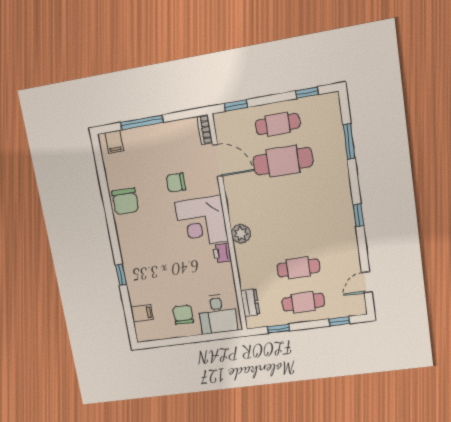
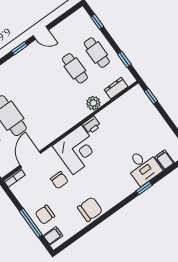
plant: (241, 234) -> (93, 103), moved
door: (367, 282) -> (41, 33), moved
desk: (217, 314) -> (143, 167), moved, turned 90
chair: (183, 315) -> (45, 215), moved
window: (221, 336) -> (151, 96), added

